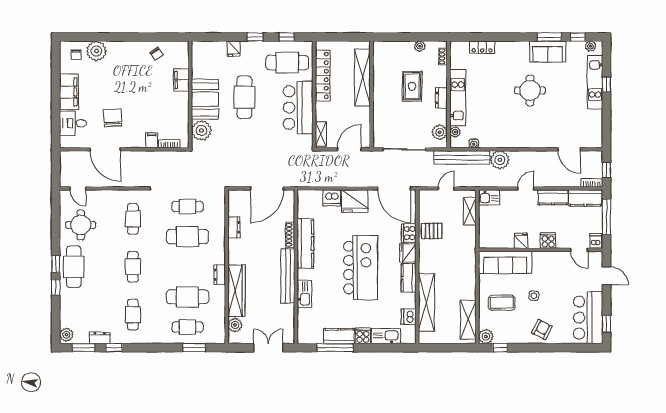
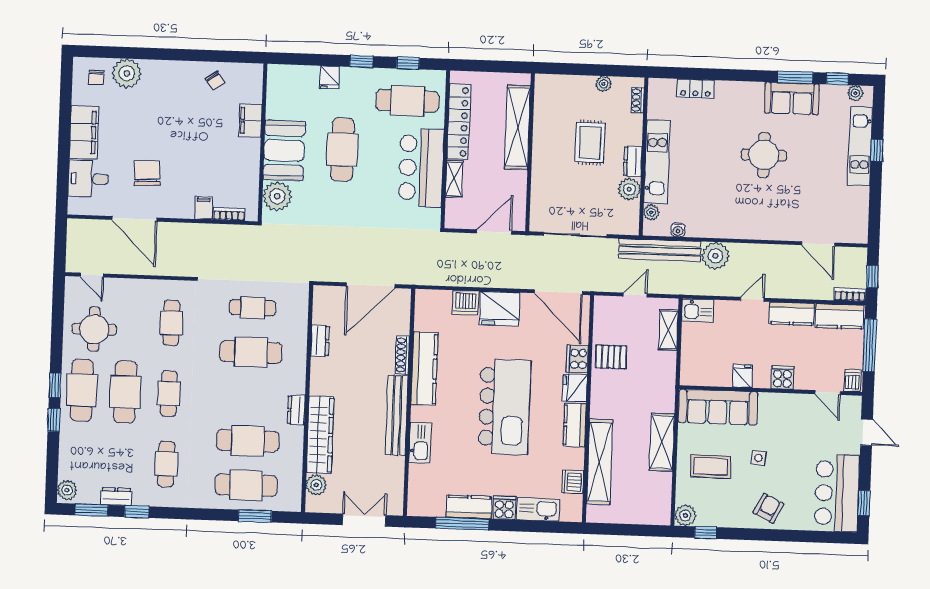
plant: (440, 132) -> (629, 189), moved
shelving: (321, 134) -> (454, 179), moved
cafe table: (103, 267) -> (125, 392), added
shelving: (468, 320) -> (662, 442), moved
cafe table: (188, 327) -> (246, 485), width x1.37, depth x1.35

